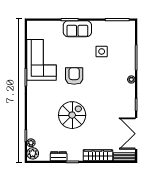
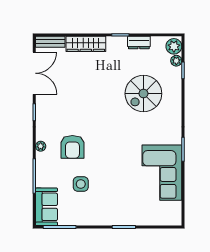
sofa: (77, 29) -> (46, 207), moved, turned 90
armchair: (74, 76) -> (72, 147), moved
spiral stairs: (72, 115) -> (143, 94), moved

